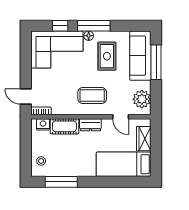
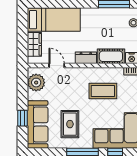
floor lamp: (89, 36) -> (88, 144), removed
window: (156, 62) -> (23, 118), width x0.46
coffee table: (92, 95) -> (103, 91), moved

